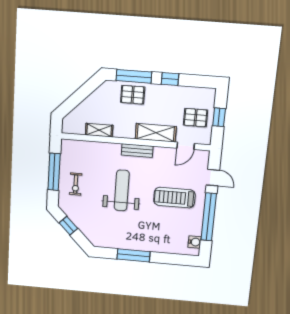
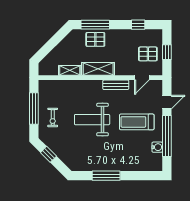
window: (170, 79) -> (138, 25), moved
shelving: (156, 133) -> (98, 69), moved
bench: (137, 151) -> (116, 85), moved
door: (213, 178) -> (167, 102), hinge flipped
weight bench: (122, 190) -> (92, 120), turned -90
water cooler: (195, 242) -> (157, 147), moved

